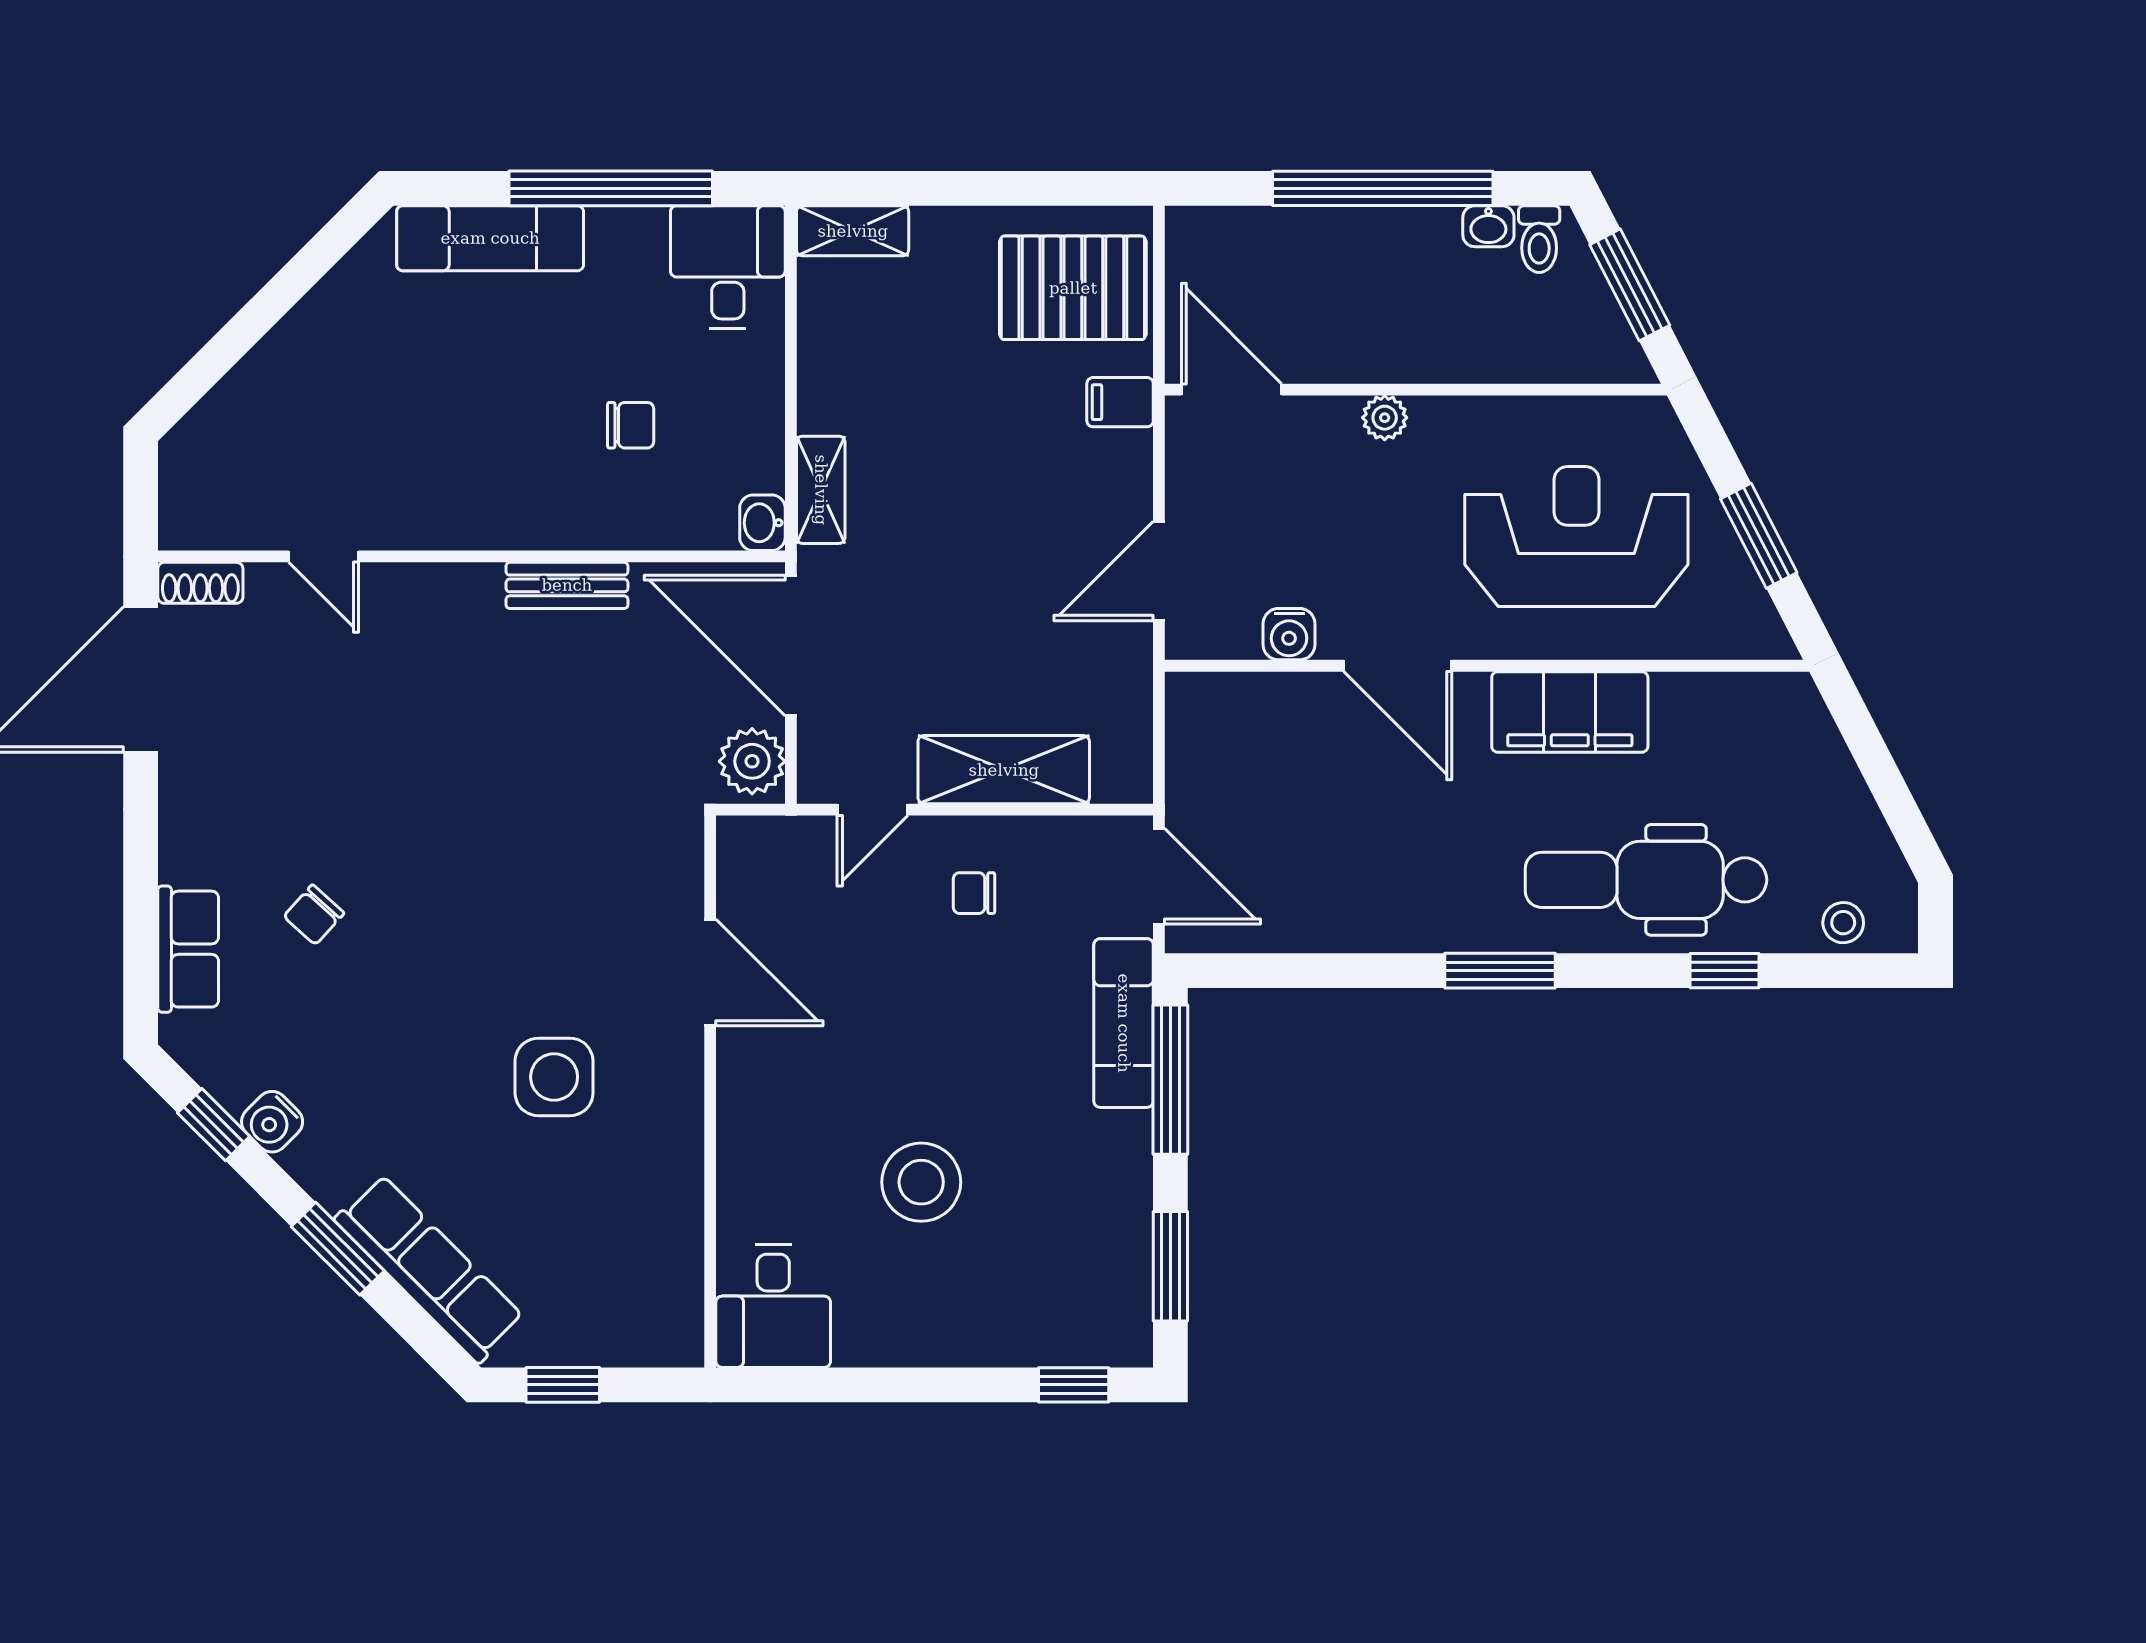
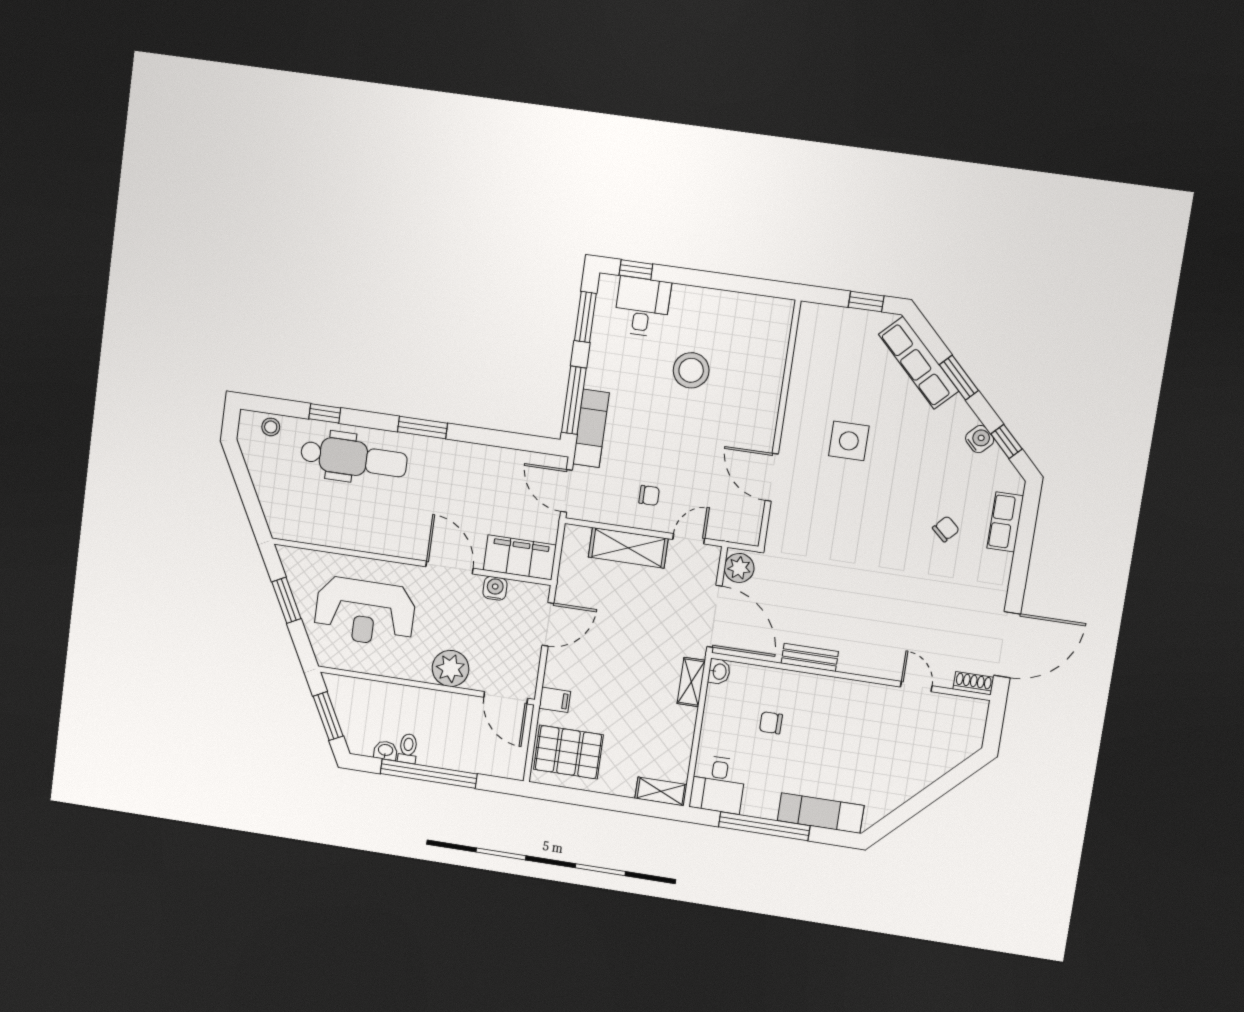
toilet: (1539, 239) -> (408, 748), moved
plant: (1385, 418) -> (450, 668), width x1.88, depth x1.88
filing cabinet: (1570, 712) -> (520, 557), moved
desk: (773, 1306) -> (642, 307), moved

